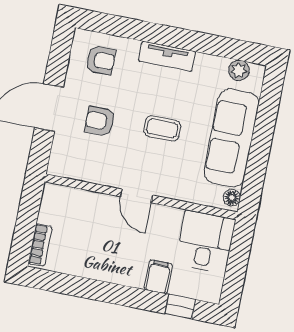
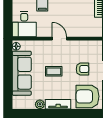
armchair: (101, 60) -> (87, 96), width x1.88, depth x1.88
plant: (239, 70) -> (40, 104), moved

